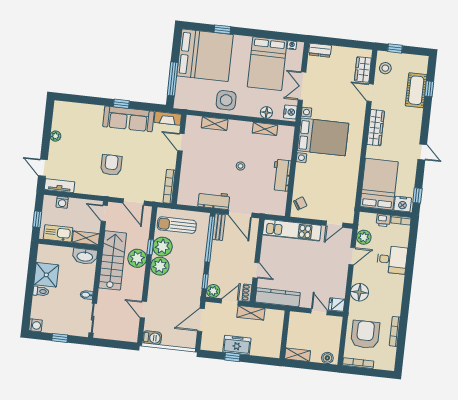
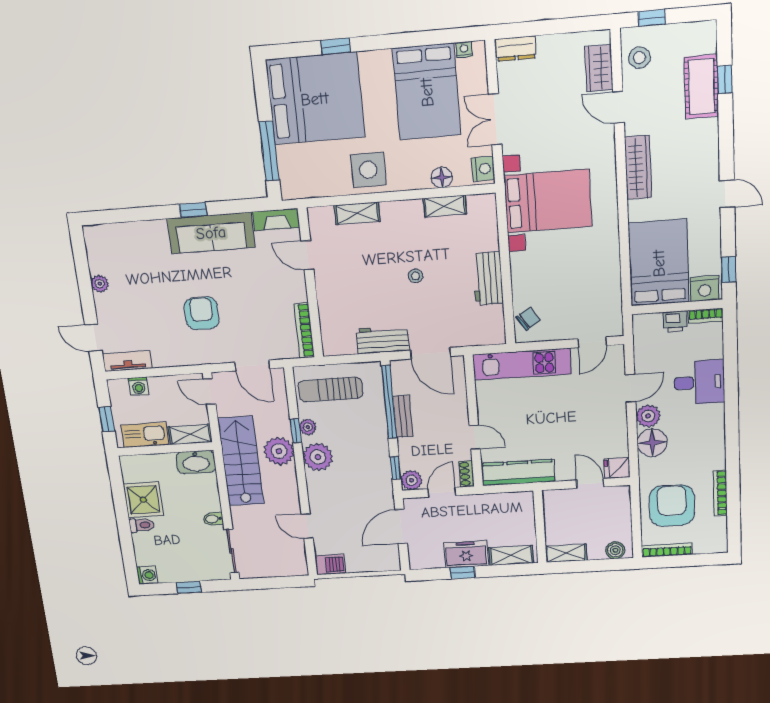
bench: (219, 227) -> (403, 416), moved
plant: (364, 237) -> (648, 416), moved
plant: (162, 247) -> (308, 427), width x0.53, depth x0.53
shelving: (251, 313) -> (511, 555), moved

